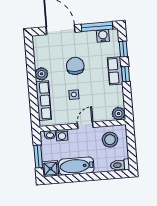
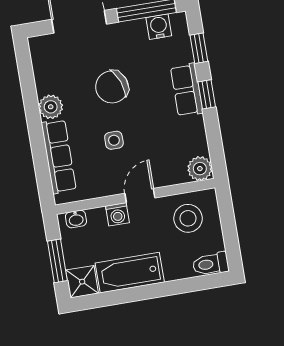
chair: (75, 66) -> (112, 87), turned -111
washing machine: (62, 135) -> (117, 214), moved

